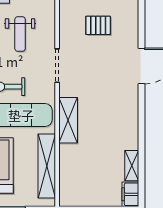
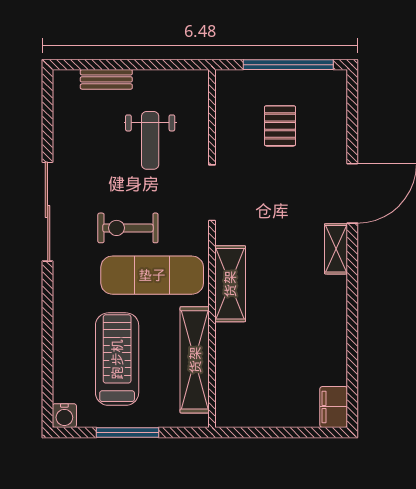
pallet: (98, 25) -> (280, 126), turned 90
shelving: (132, 166) -> (336, 249), moved

